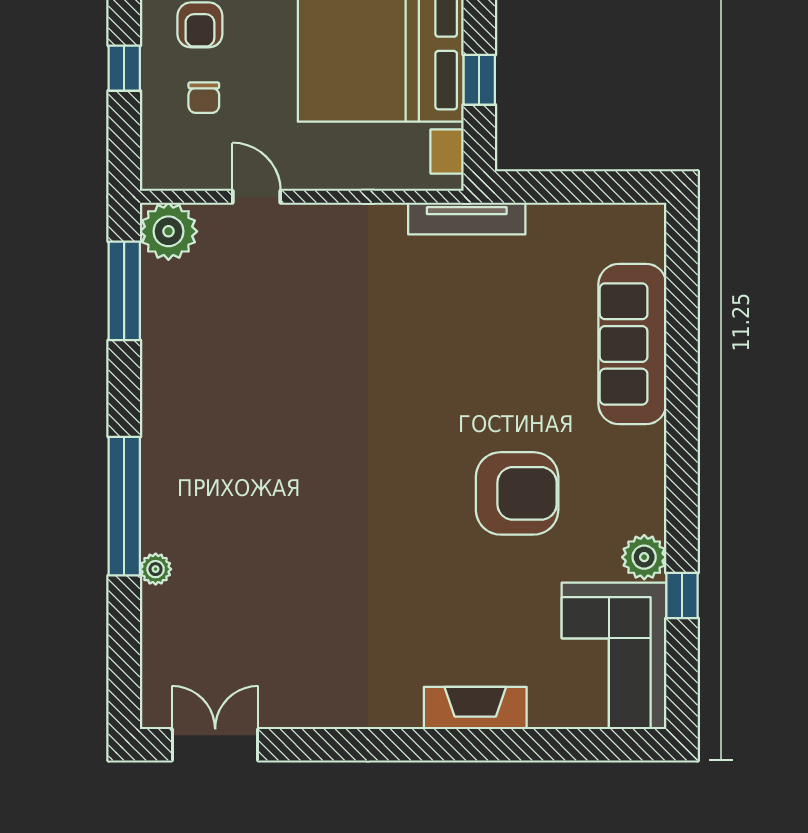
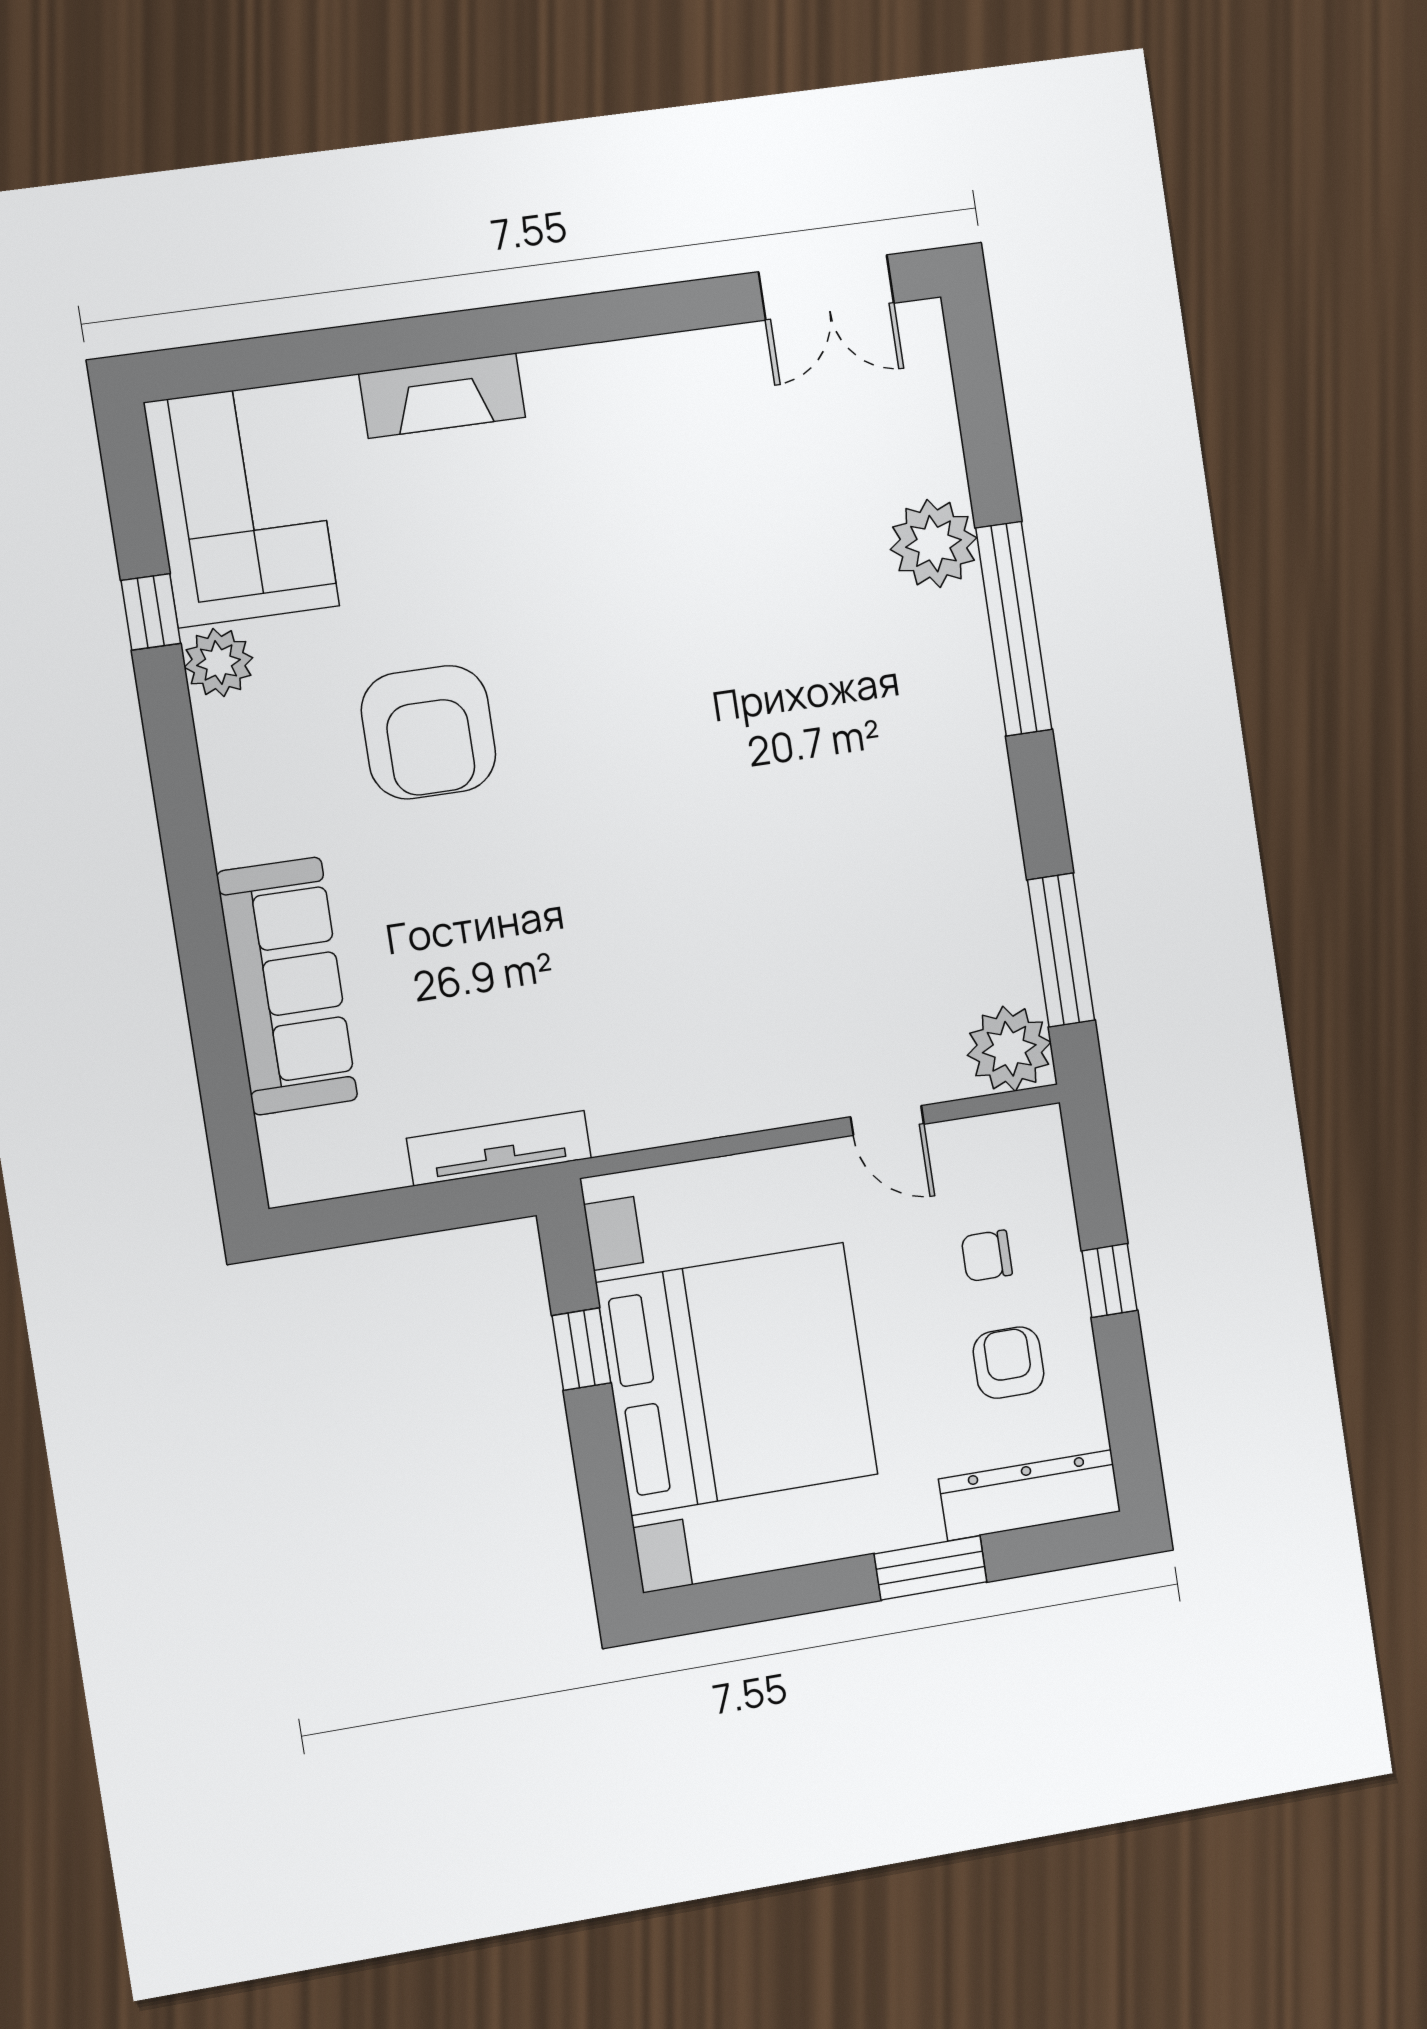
chair: (204, 98) -> (987, 1256), turned -90
tv unit: (467, 219) -> (499, 1148), moved
armchair: (517, 493) -> (429, 732), turned -90
plant: (156, 569) -> (934, 544), width x1.88, depth x1.88

